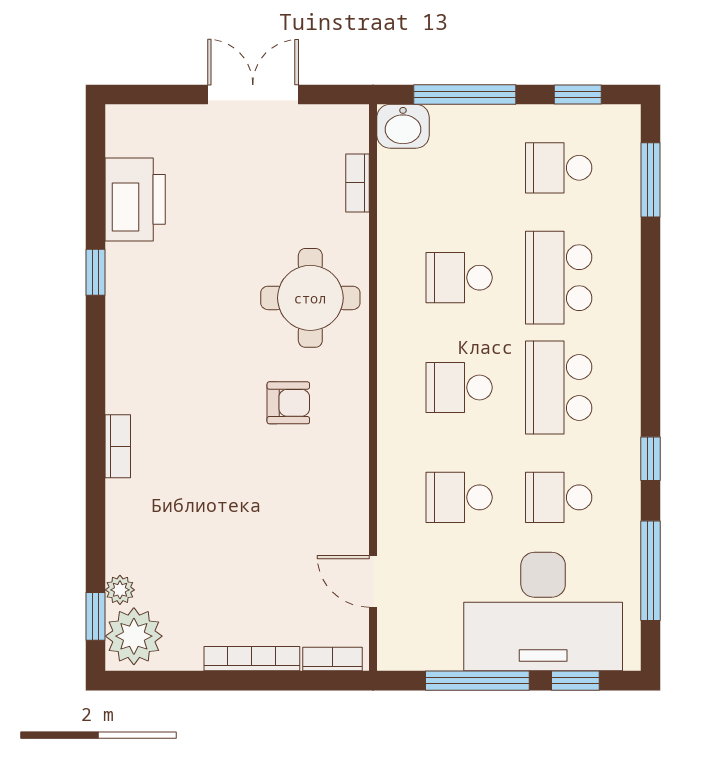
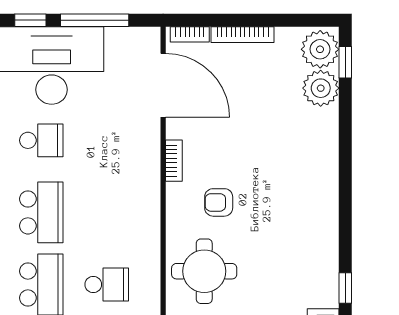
school desk: (459, 388) -> (107, 212), removed
bookcase: (118, 446) -> (174, 161), moved, turned 180
school desk: (459, 497) -> (107, 140), removed
door: (373, 581) -> (163, 85), width x1.88
plant: (120, 590) -> (321, 88), width x1.87, depth x1.87

